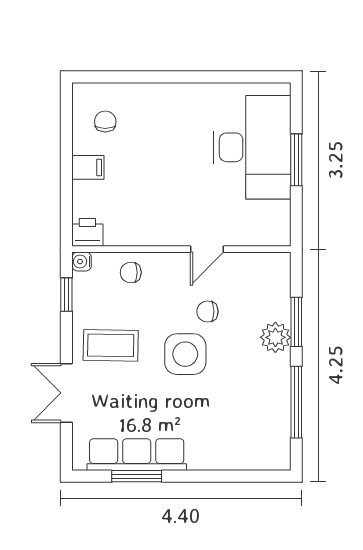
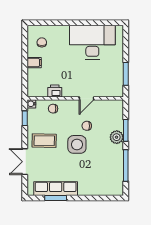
desk: (252, 147) -> (92, 42), moved, turned -90
window: (296, 160) -> (126, 74), moved
printer: (87, 232) -> (55, 91), moved

